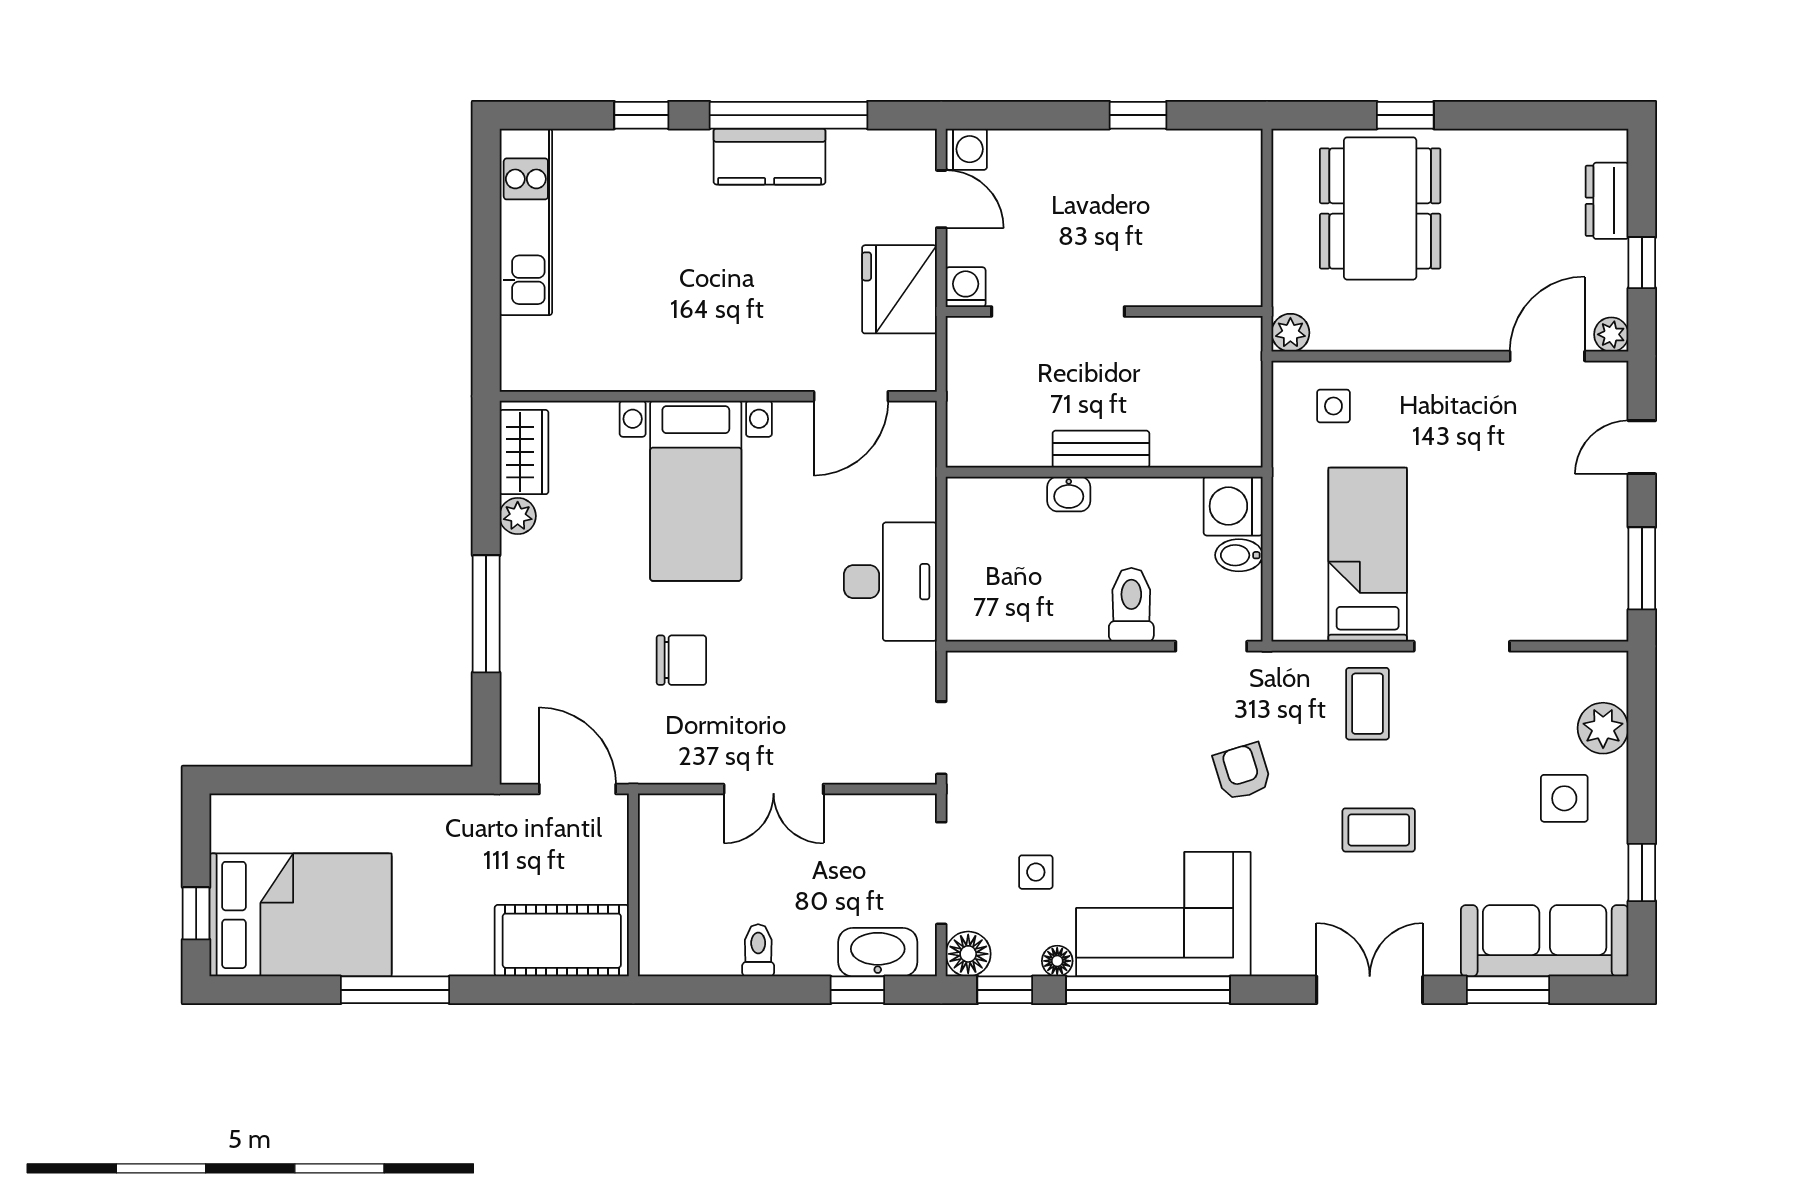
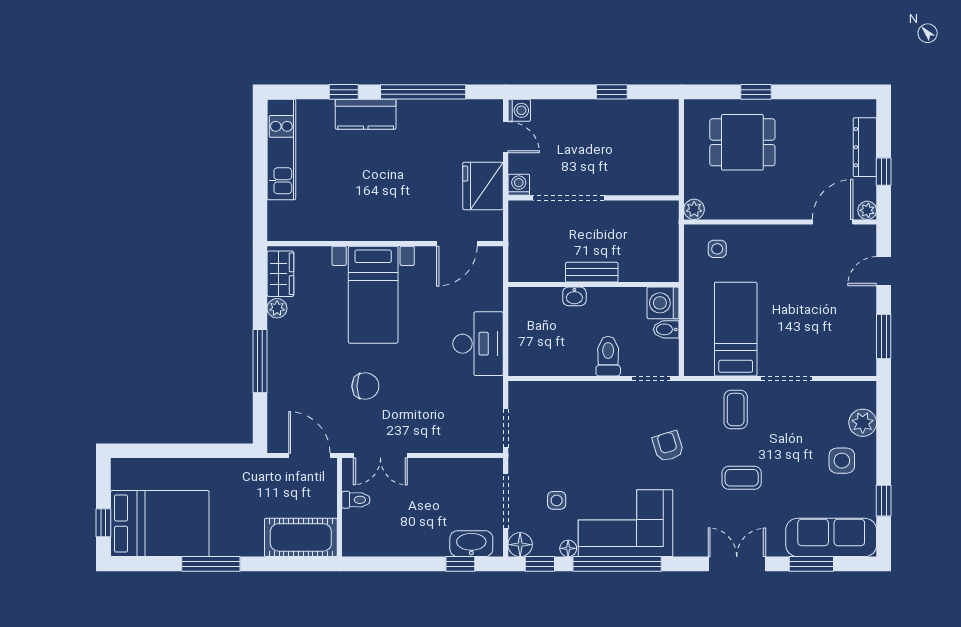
kitchen counter: (770, 157) -> (366, 114), moved
dresser: (1607, 201) -> (865, 147), width x1.44
dining table: (1380, 208) -> (742, 142), width x0.73
double door: (774, 789) -> (380, 456), moved
toilet: (758, 950) -> (356, 500), moved, turned 90

